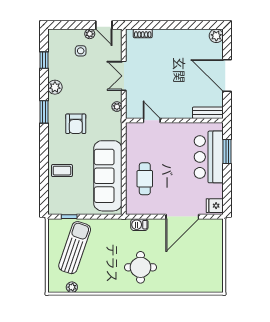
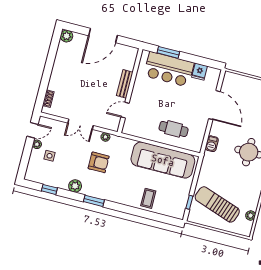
bench: (208, 113) -> (125, 84), moved
armchair: (76, 124) -> (99, 162), moved
fridge: (215, 206) -> (200, 72), moved

